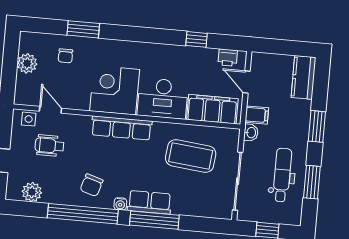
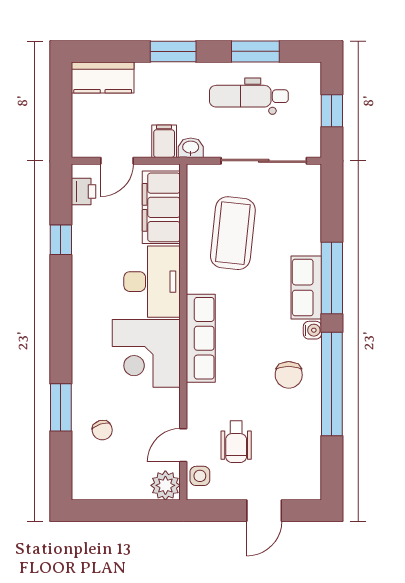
chair: (65, 56) -> (102, 430), turned 72
plant: (27, 63) -> (165, 485), moved
chair: (92, 185) -> (289, 375), turned 73
plant: (32, 192) -> (307, 462), removed

